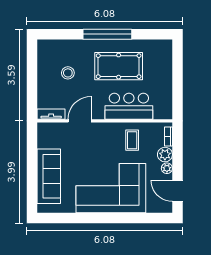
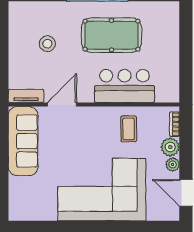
sofa: (49, 176) -> (23, 141), moved

